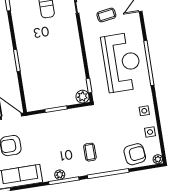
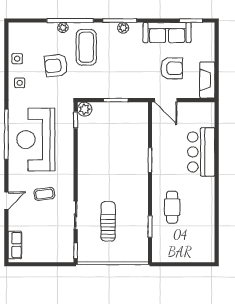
coffee table: (90, 152) -> (86, 47), width x1.86, depth x1.72
armchair: (135, 154) -> (56, 65), moved
plant: (158, 159) -> (63, 28), moved

